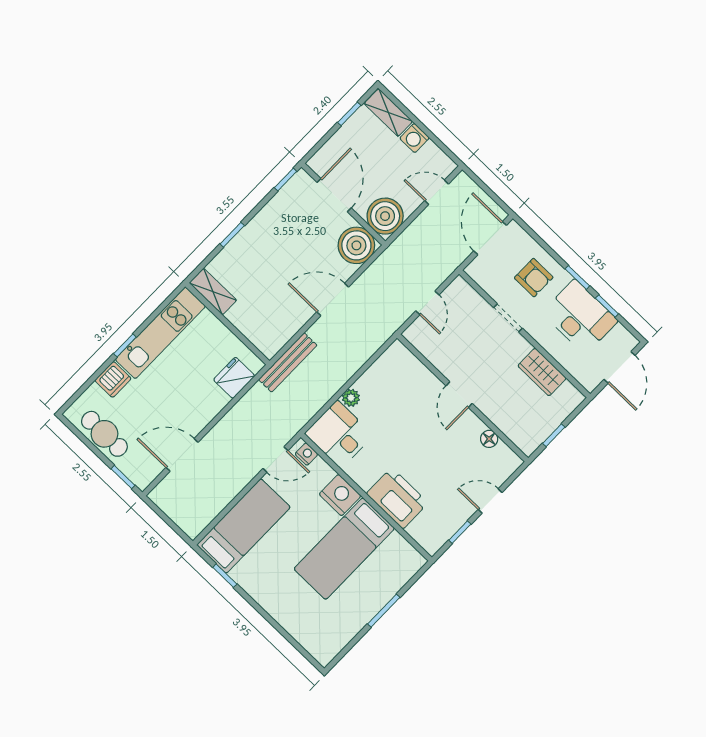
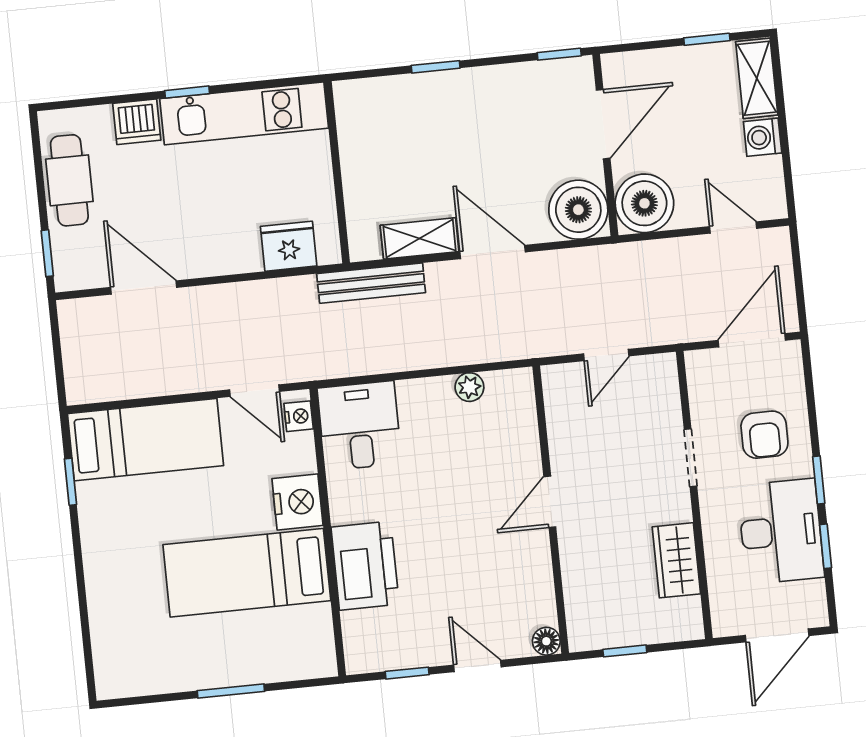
shelving: (213, 292) -> (420, 238), moved, turned 90
plant: (351, 398) -> (469, 387), moved
floor lamp: (489, 439) -> (546, 641), moved

